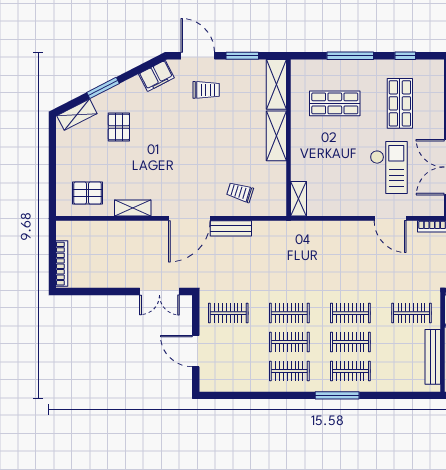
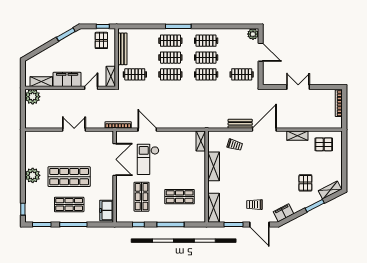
shelving: (276, 136) -> (214, 166), moved
double door: (159, 291) -> (298, 87), moved
plant: (209, 382) -> (253, 34), added

